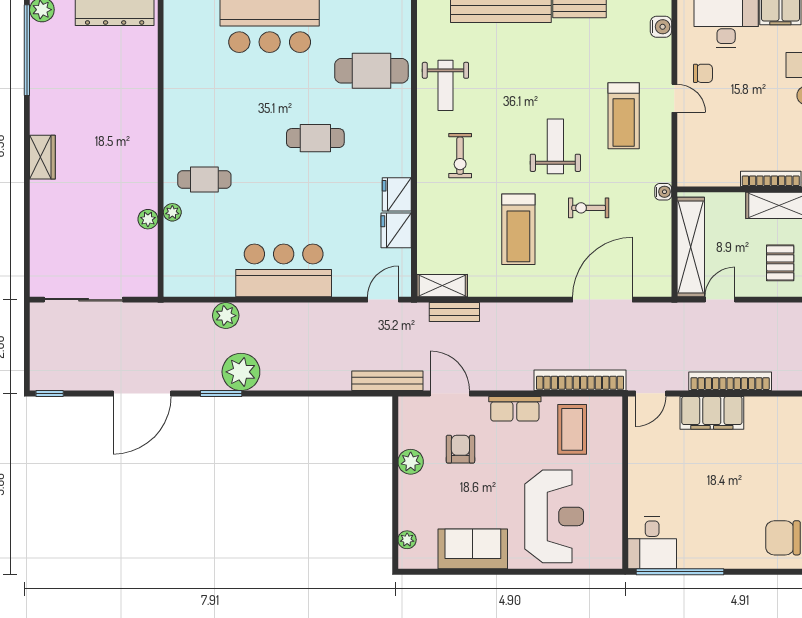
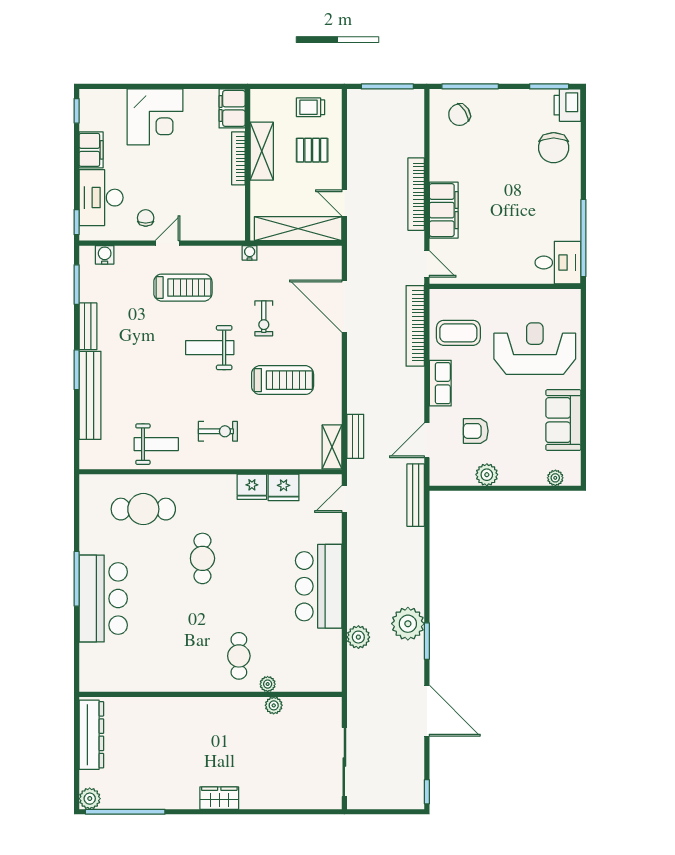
cafe table: (371, 71) -> (143, 509), turned 90
door: (383, 300) -> (344, 499), hinge flipped

